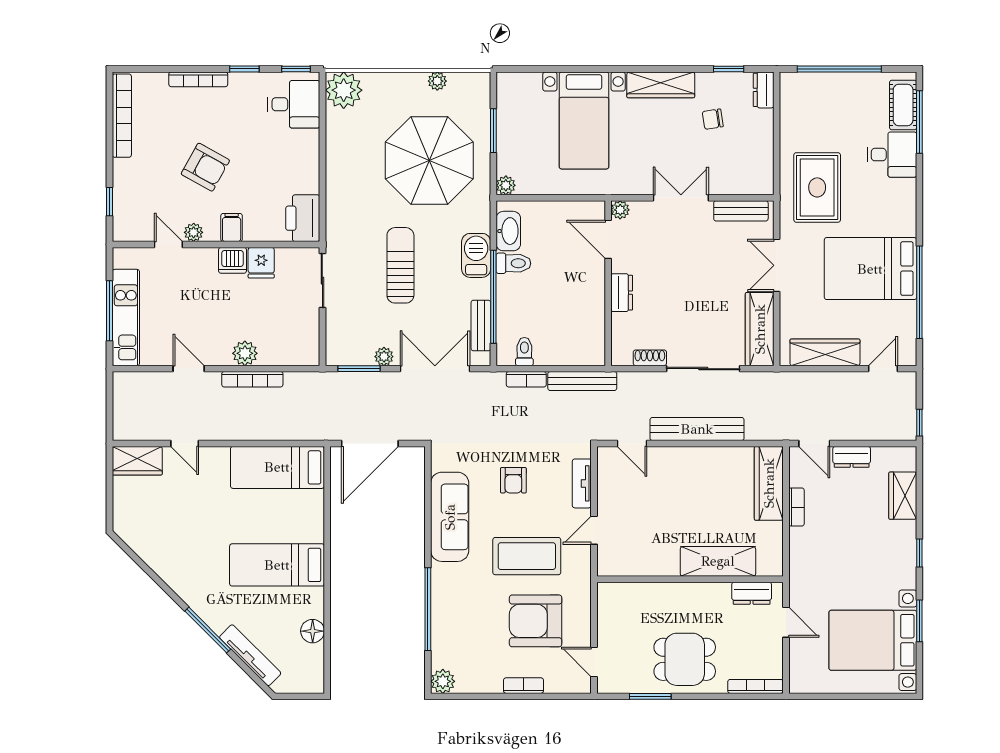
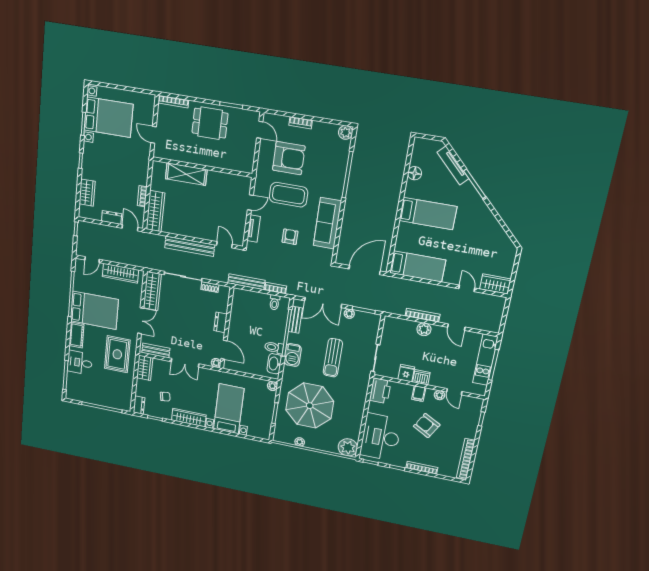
desk: (294, 104) -> (381, 437), width x1.87, depth x1.30
cot: (903, 105) -> (76, 335), moved
wardrobe: (760, 171) -> (145, 368), added
dresser: (752, 593) -> (170, 154), removed

